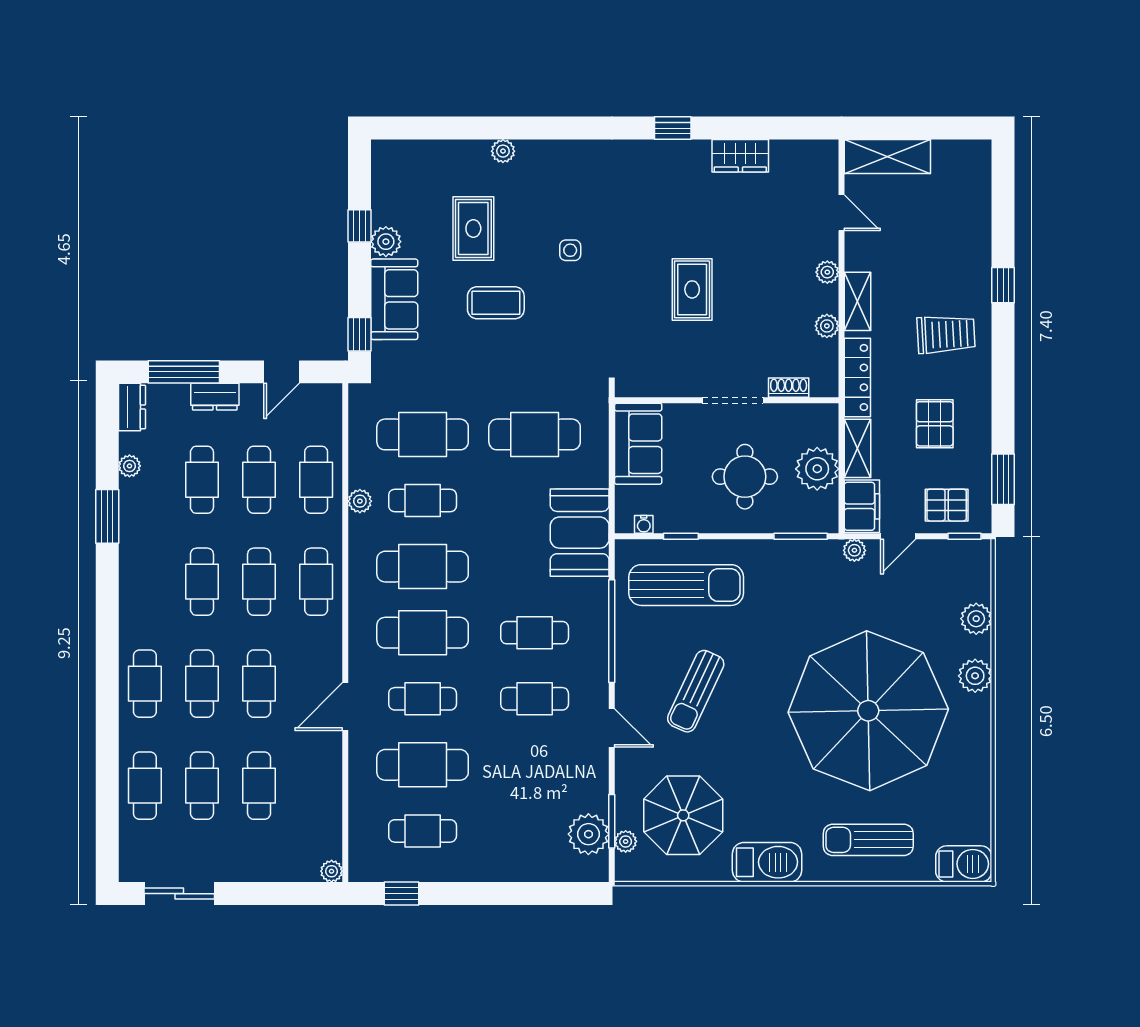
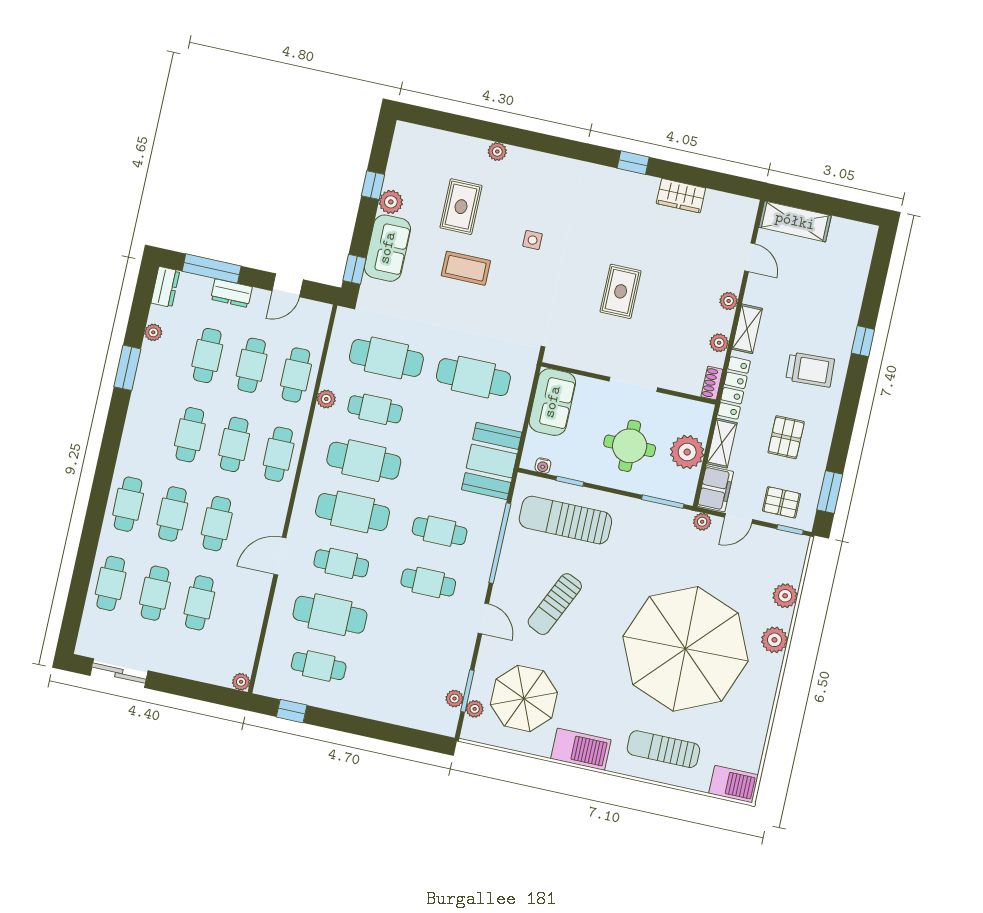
shoe rack: (789, 388) -> (712, 383), moved, turned -90
sun lounger: (686, 585) -> (565, 520), turned 180
plant: (588, 834) -> (454, 699), width x0.53, depth x0.53

